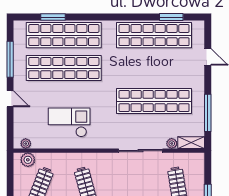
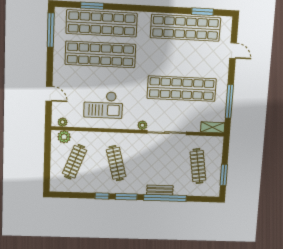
window: (10, 59) -> (51, 30), moved
door: (10, 99) -> (49, 94), moved
checkout: (69, 122) -> (103, 105), turned 180
plant: (172, 143) -> (142, 125), moved

